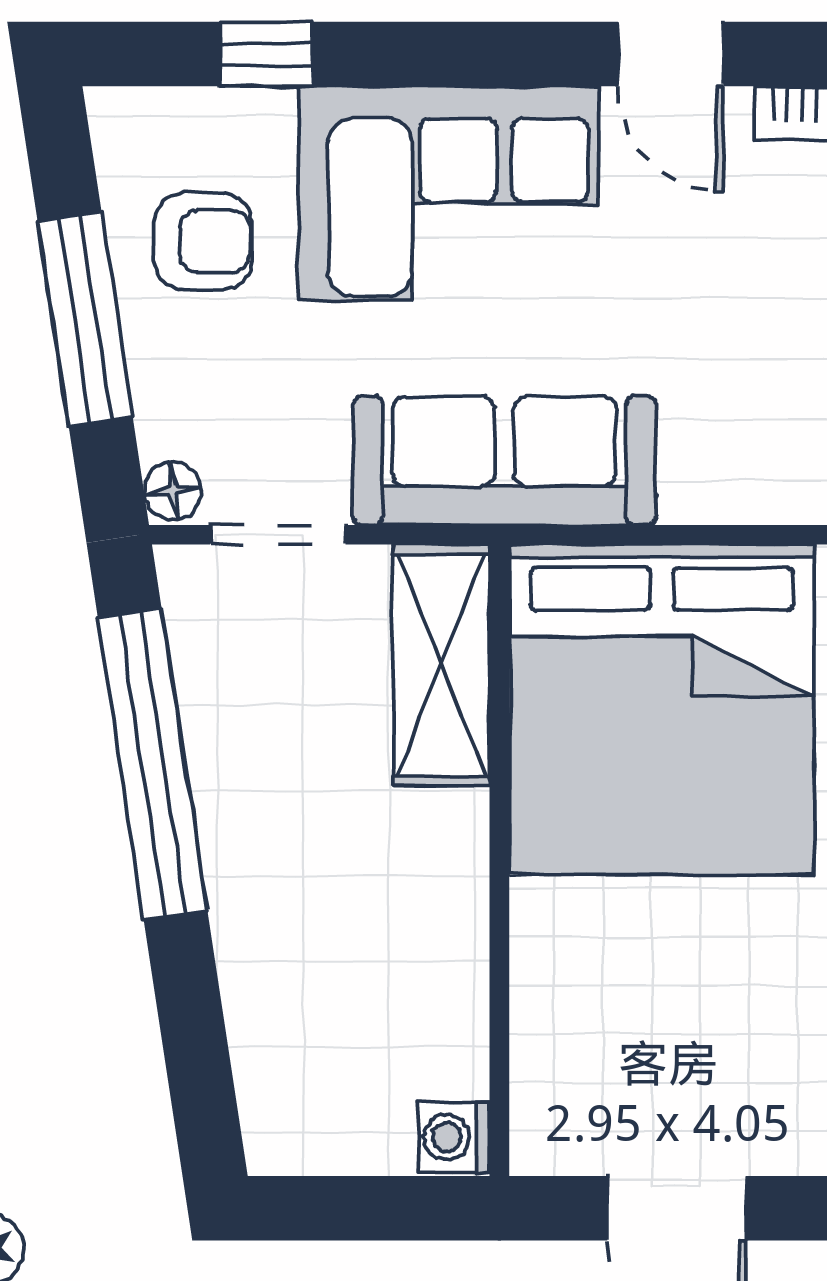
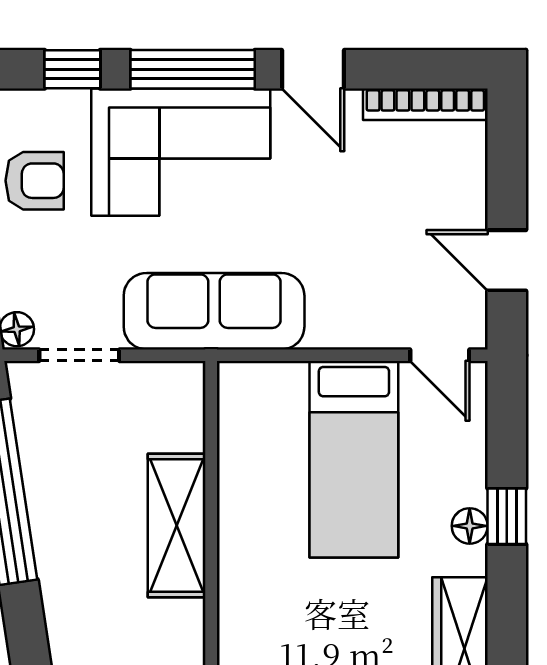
window: (469, 54) -> (193, 69), added
shelving: (441, 665) -> (177, 526), moved
bed: (662, 709) -> (354, 459), width x0.49

